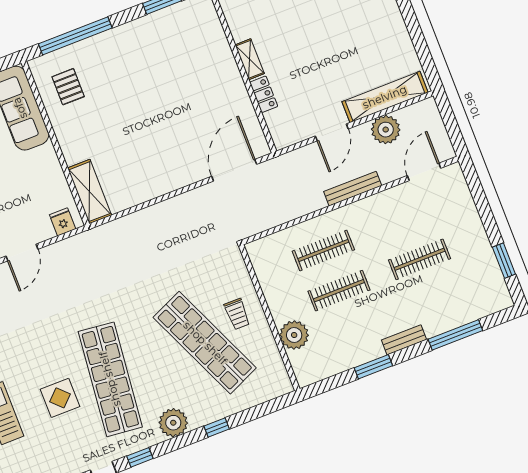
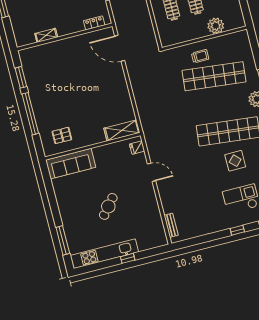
window: (75, 36) -> (30, 114), moved
shelving: (250, 59) -> (46, 35), moved
locker: (264, 94) -> (94, 23), moved
shop shelf: (205, 343) -> (214, 76), turned 30

